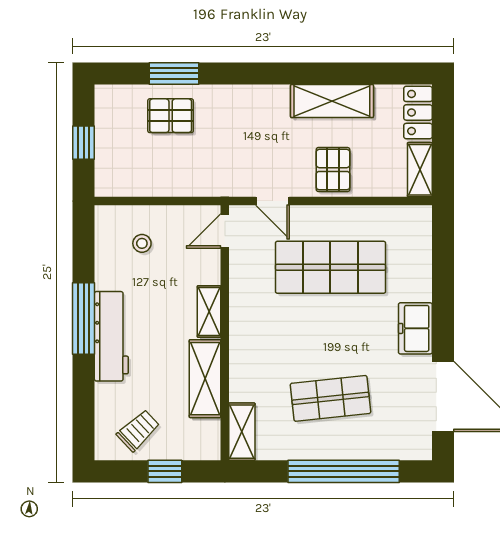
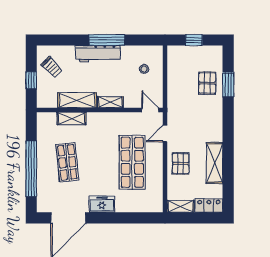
pallet: (333, 170) -> (181, 163), turned 90
shelving: (242, 432) -> (72, 118), moved

